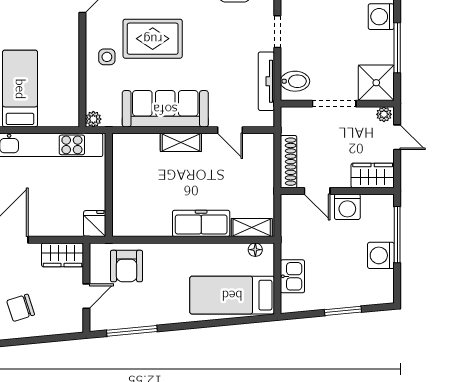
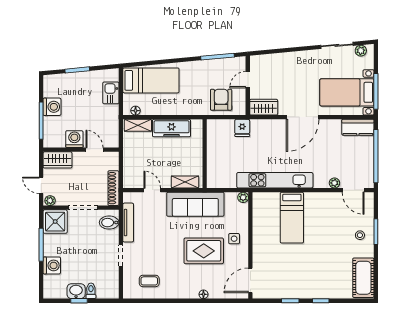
shoe rack: (289, 162) -> (113, 188), moved
wall: (109, 185) -> (205, 154), moved
chair: (21, 308) -> (291, 72), removed

